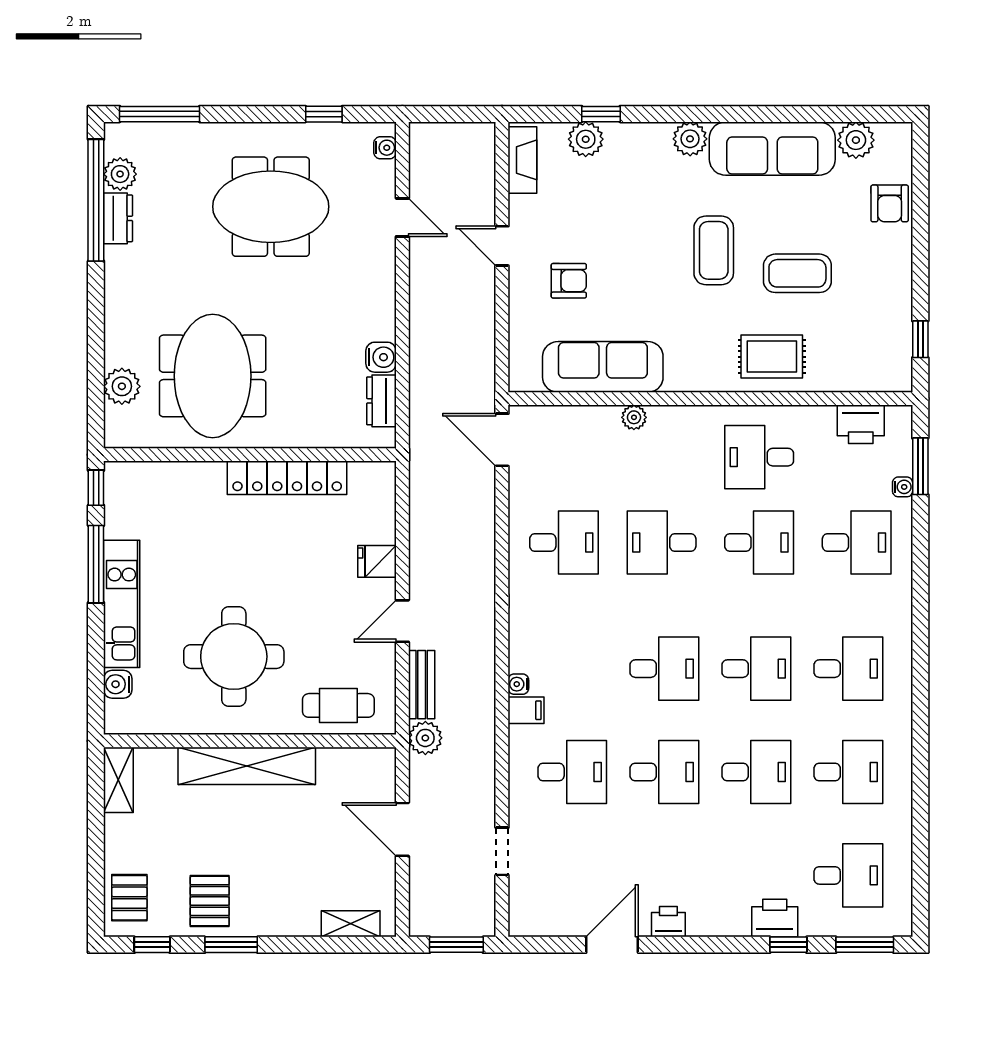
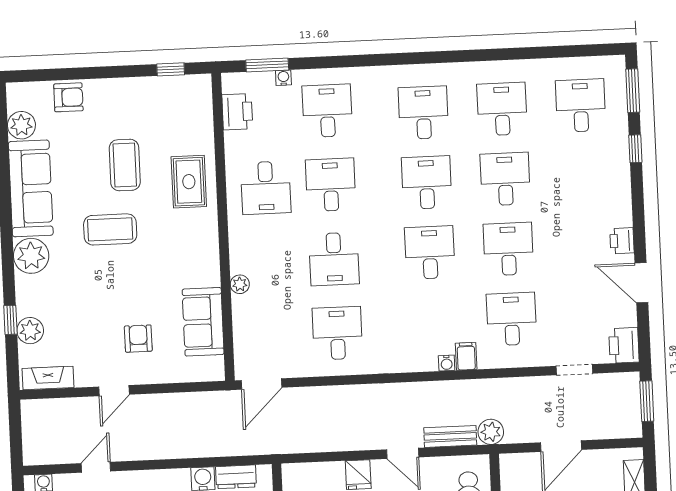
plant: (690, 139) -> (31, 256), width x1.36, depth x1.36
sofa: (603, 367) -> (203, 322), width x0.73
printer: (775, 918) -> (624, 345), moved

